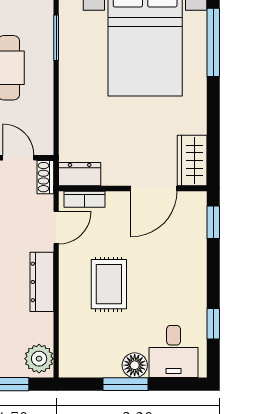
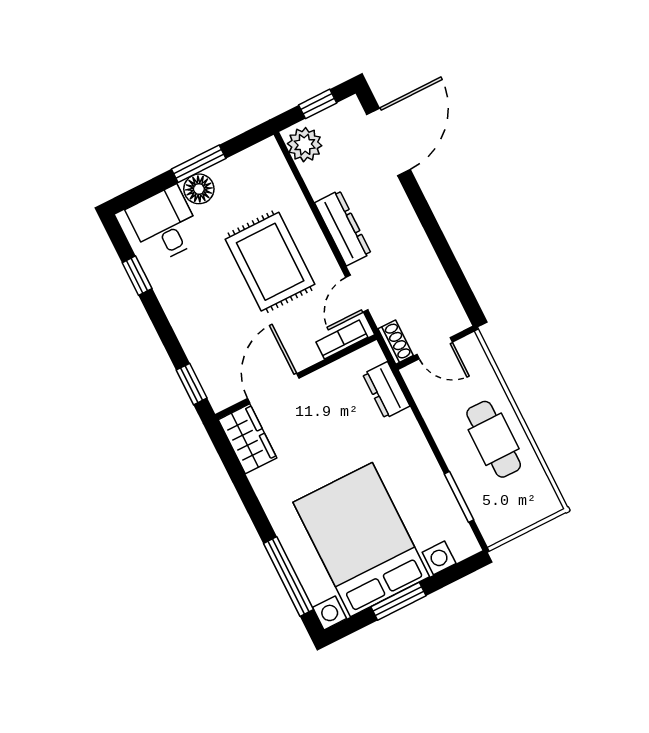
dresser: (80, 174) -> (386, 390), moved, turned 90
rug: (109, 284) -> (270, 262), width x1.36, depth x1.43

